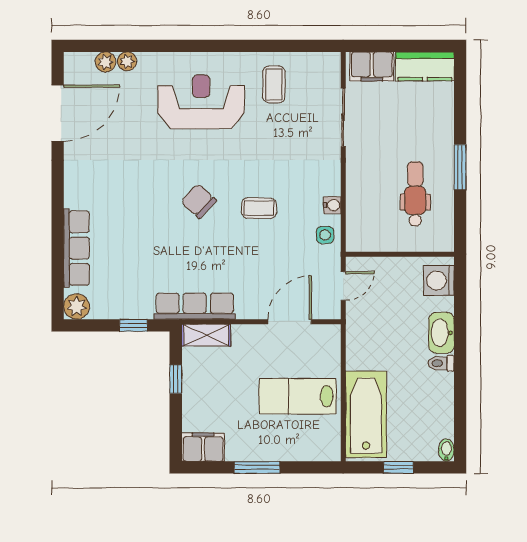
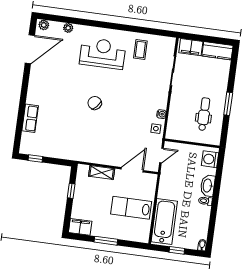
plant: (105, 62) -> (44, 25), moved
coffee table: (259, 208) -> (124, 111), removed
row of seats: (76, 248) -> (30, 118), width x0.68
plant: (77, 306) -> (26, 148), removed
row of seats: (195, 306) -> (86, 155), removed
window: (133, 325) -> (35, 158), moved
shelving: (206, 335) -> (102, 172), moved

